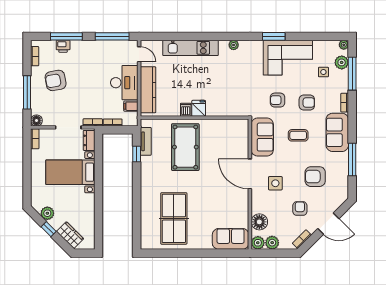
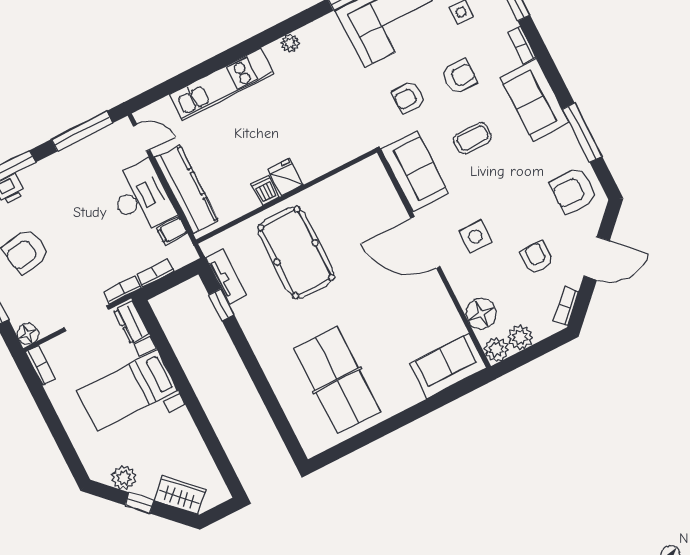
armchair: (315, 177) -> (573, 190), moved

